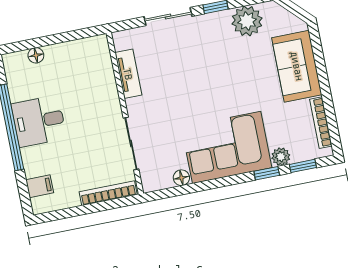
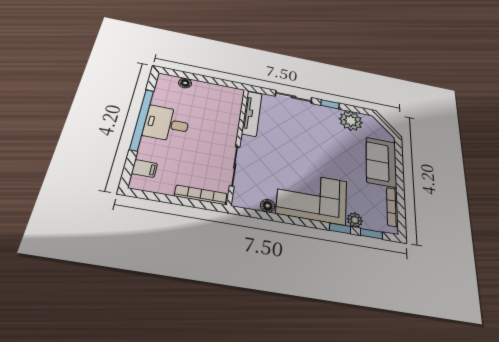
tv unit: (128, 74) -> (252, 113), width x1.41

